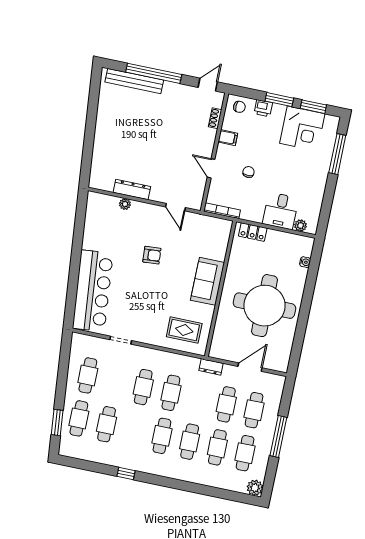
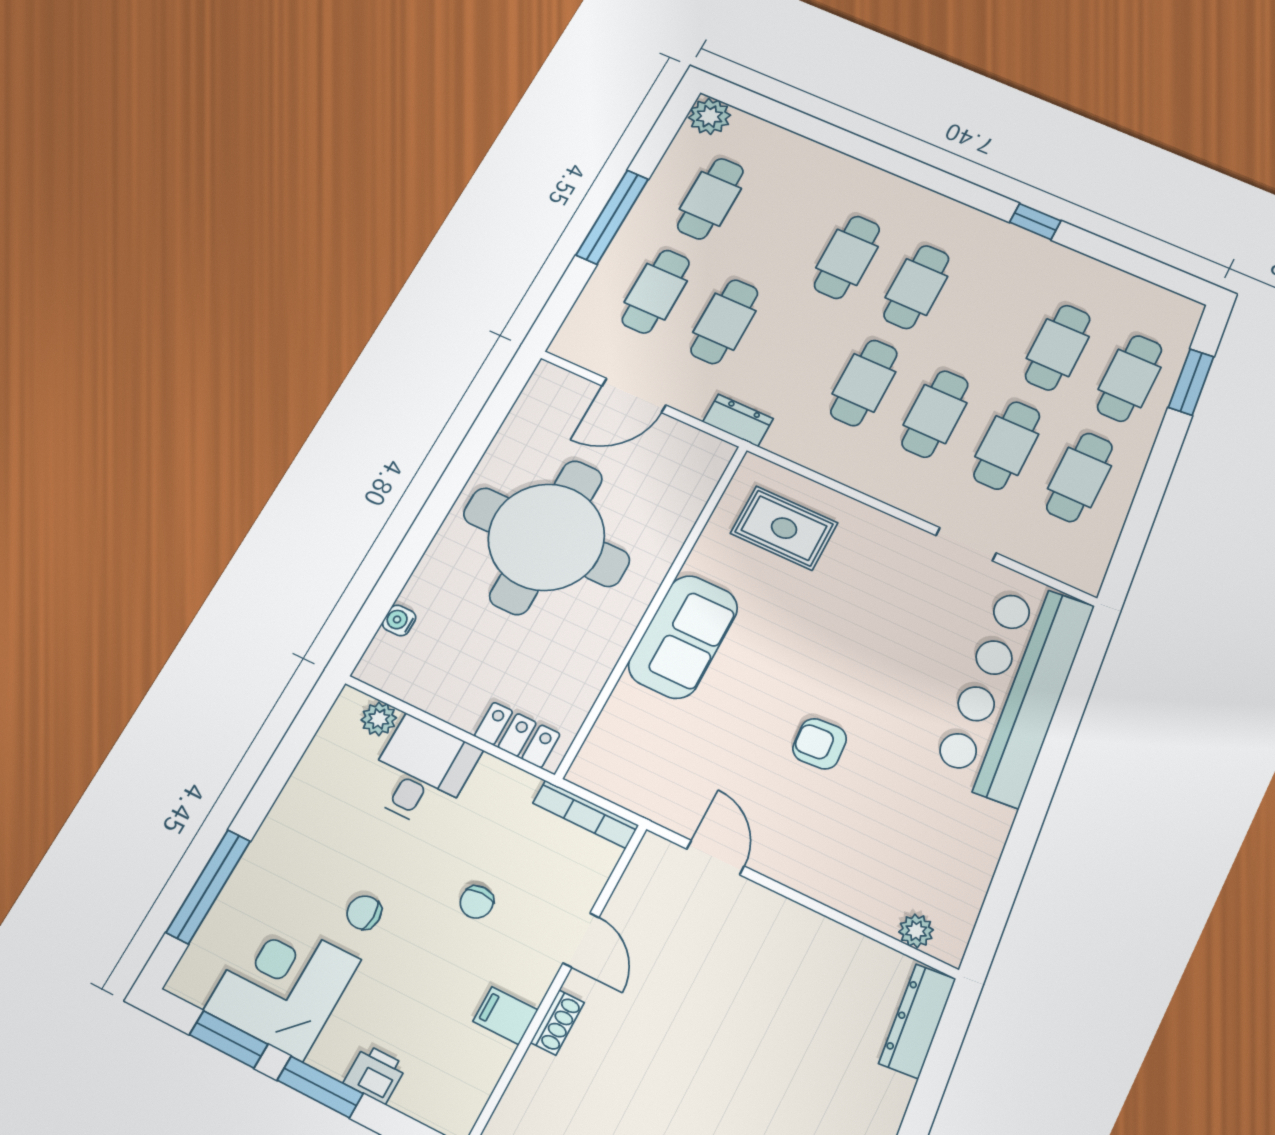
chair: (239, 107) -> (364, 913), moved
shoe rack: (215, 118) -> (557, 1022), moved
dresser: (132, 189) -> (917, 1021), moved, turned 85
plant: (125, 204) -> (916, 931), moved
cafe table: (217, 447) -> (1007, 445), moved

